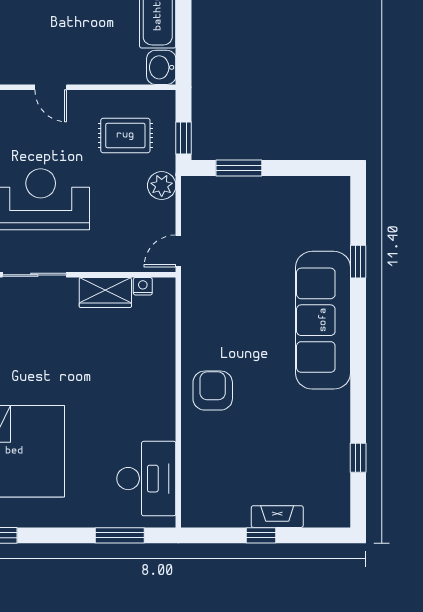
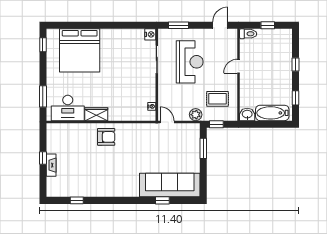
rug: (125, 135) -> (217, 99), turned 90
wardrobe: (105, 292) -> (96, 114), moved, turned 90
sofa: (323, 320) -> (170, 185), moved

